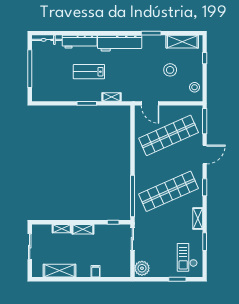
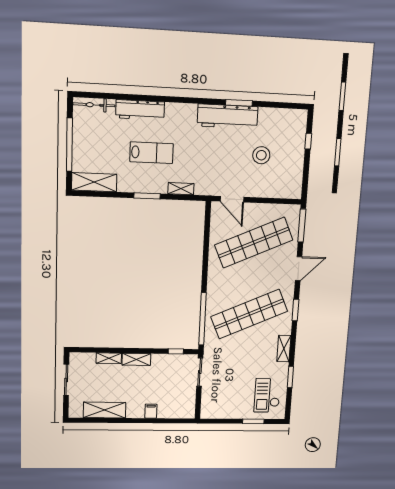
shelving: (182, 42) -> (94, 182), moved
workbench: (120, 43) -> (228, 116), moved
lab bench: (89, 72) -> (152, 153), turned 180
stool: (195, 87) -> (292, 180), removed
plant: (142, 268) -> (210, 408), removed

